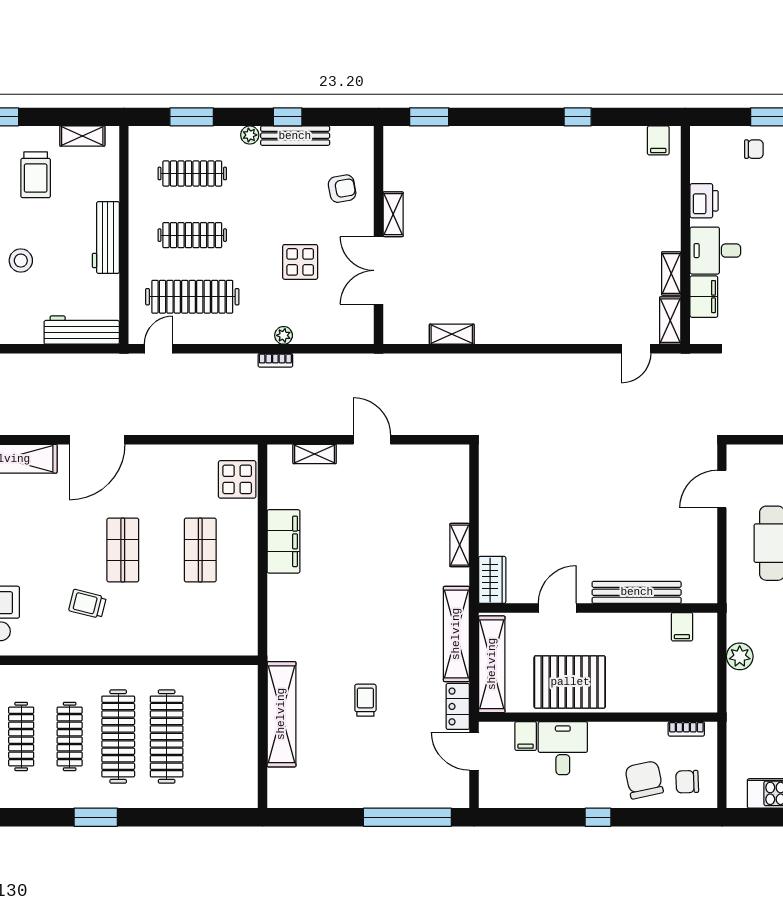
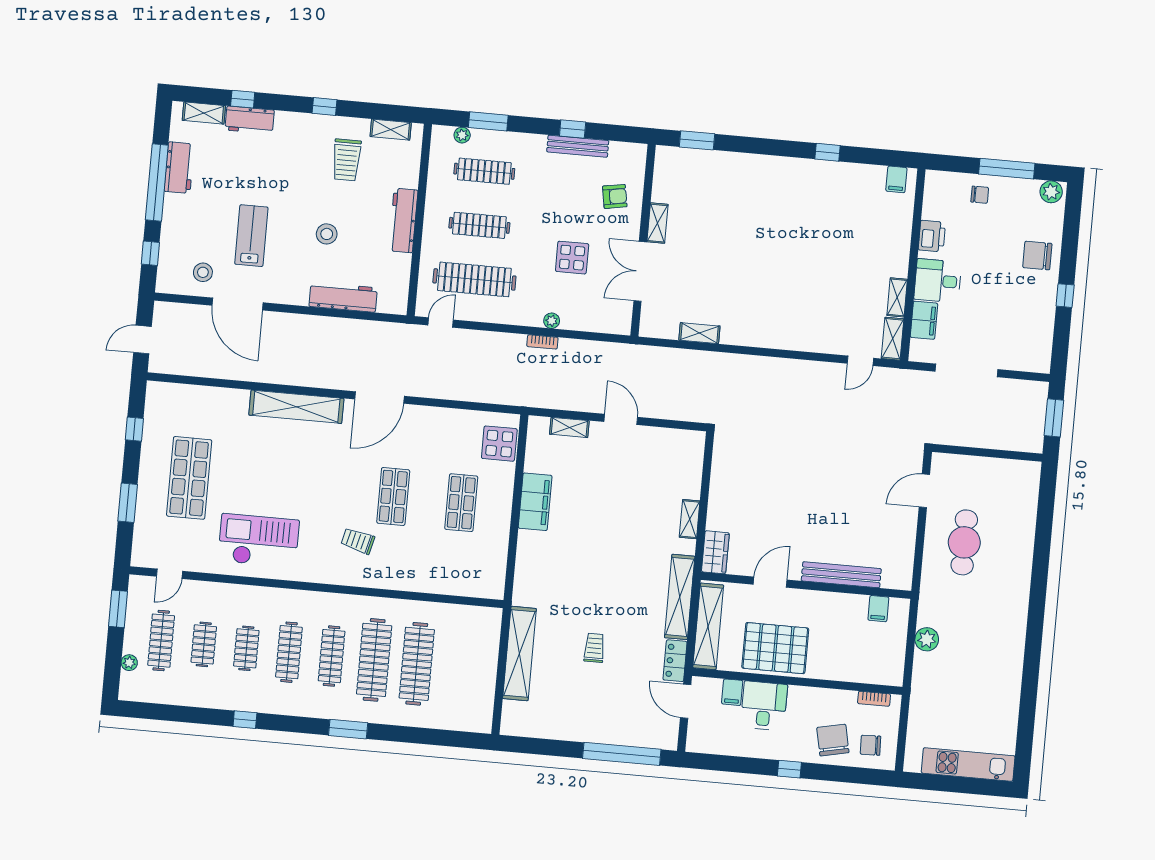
plant: (250, 135) -> (462, 135), moved
workbench: (82, 330) -> (343, 297), moved

